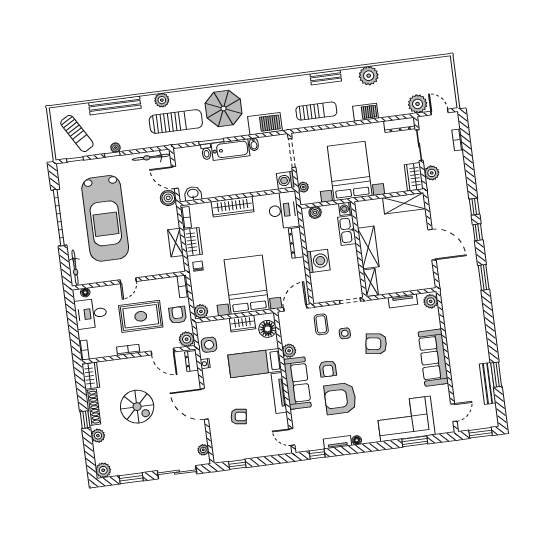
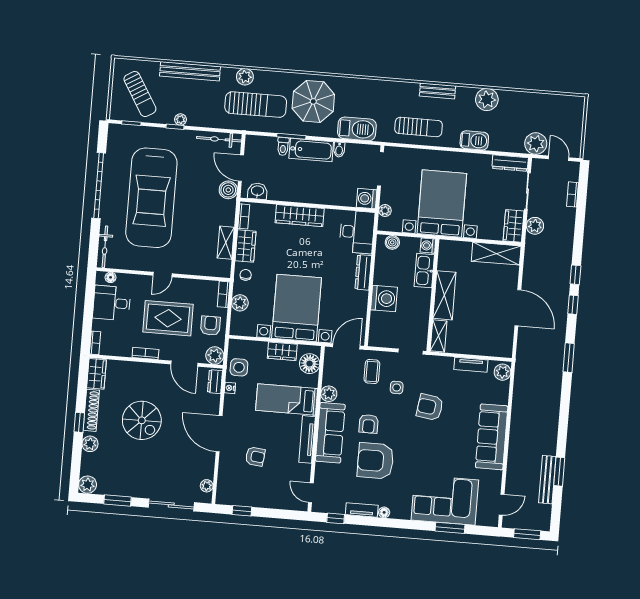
plant: (201, 311) -> (240, 303), moved

